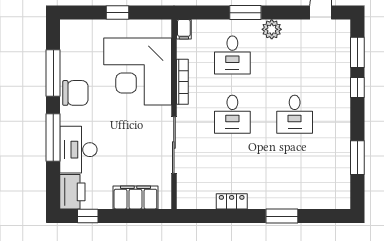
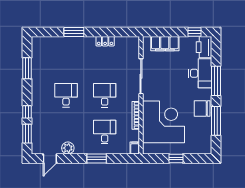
plant: (272, 29) -> (68, 148), moved

